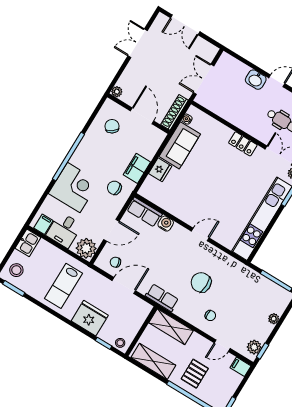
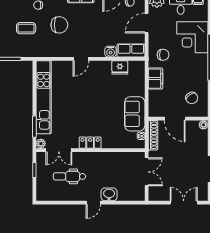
fridge: (160, 170) -> (120, 67), moved, turned -90
coffee table: (237, 300) -> (26, 28), added

